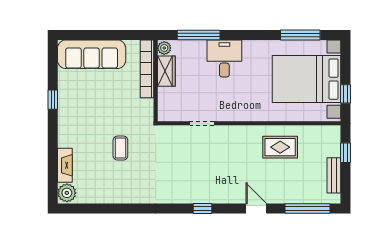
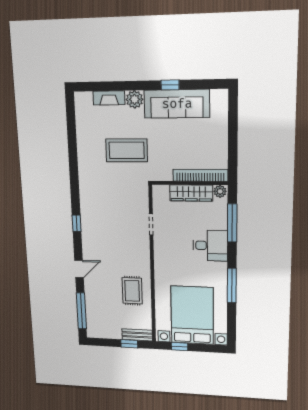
window: (300, 35) -> (232, 286), moved
sofa: (92, 54) -> (177, 104), moved, turned -90
wardrobe: (166, 71) -> (191, 193), width x1.50
coffee table: (120, 148) -> (127, 150), width x1.86, depth x1.72
bench: (334, 175) -> (137, 335), moved
plant: (67, 193) -> (135, 99), moved

